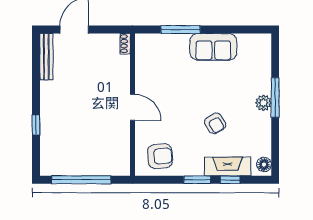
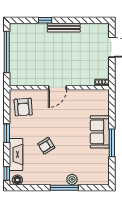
window: (181, 30) -> (112, 143), moved
sofa: (213, 47) -> (100, 132), moved
bench: (46, 57) -> (64, 27), moved
plant: (263, 103) -> (72, 179), moved
window: (230, 180) -> (7, 174), moved

